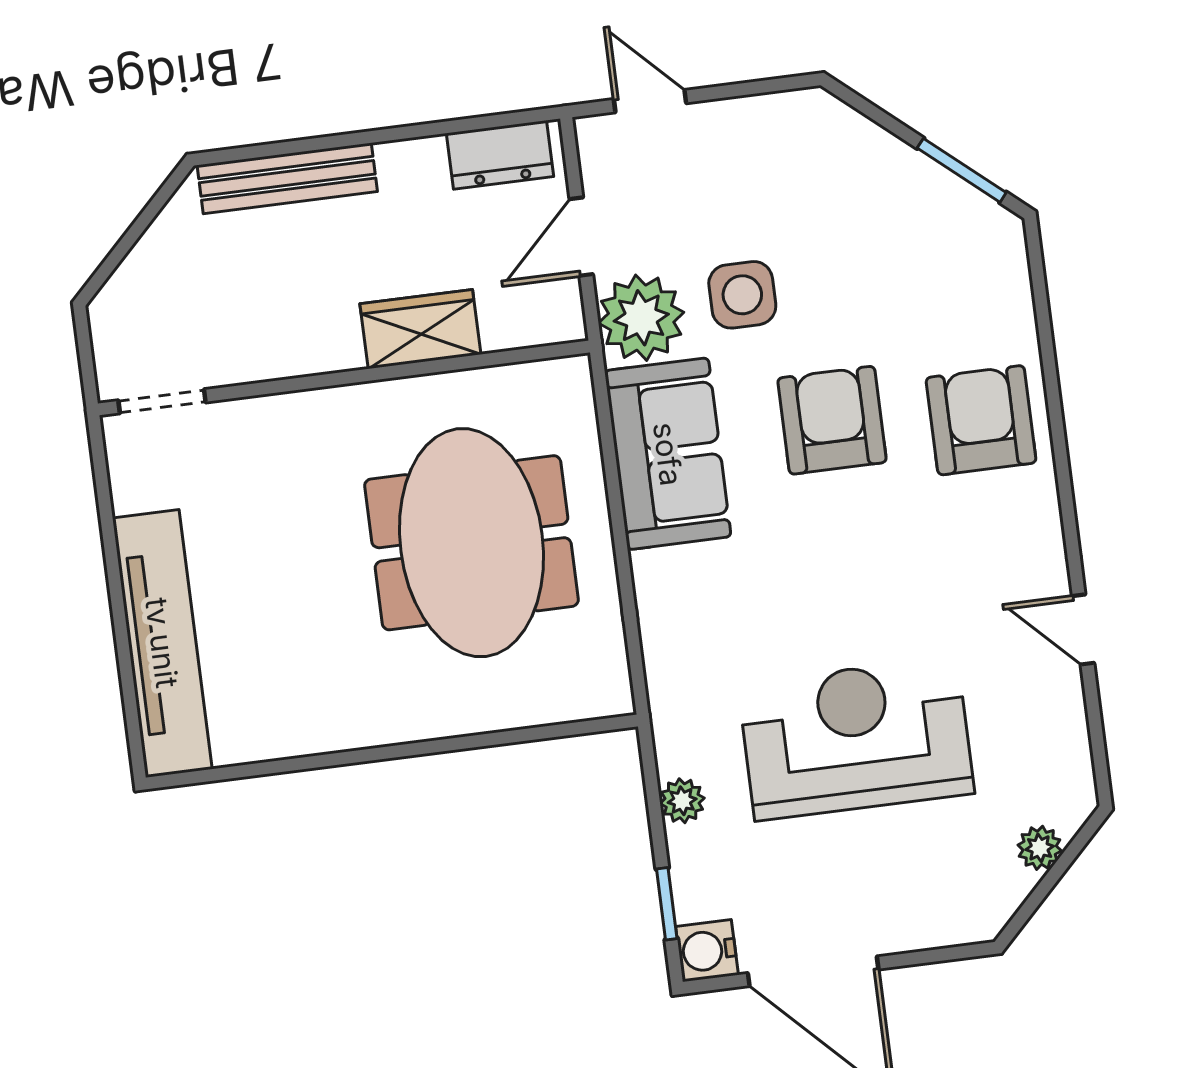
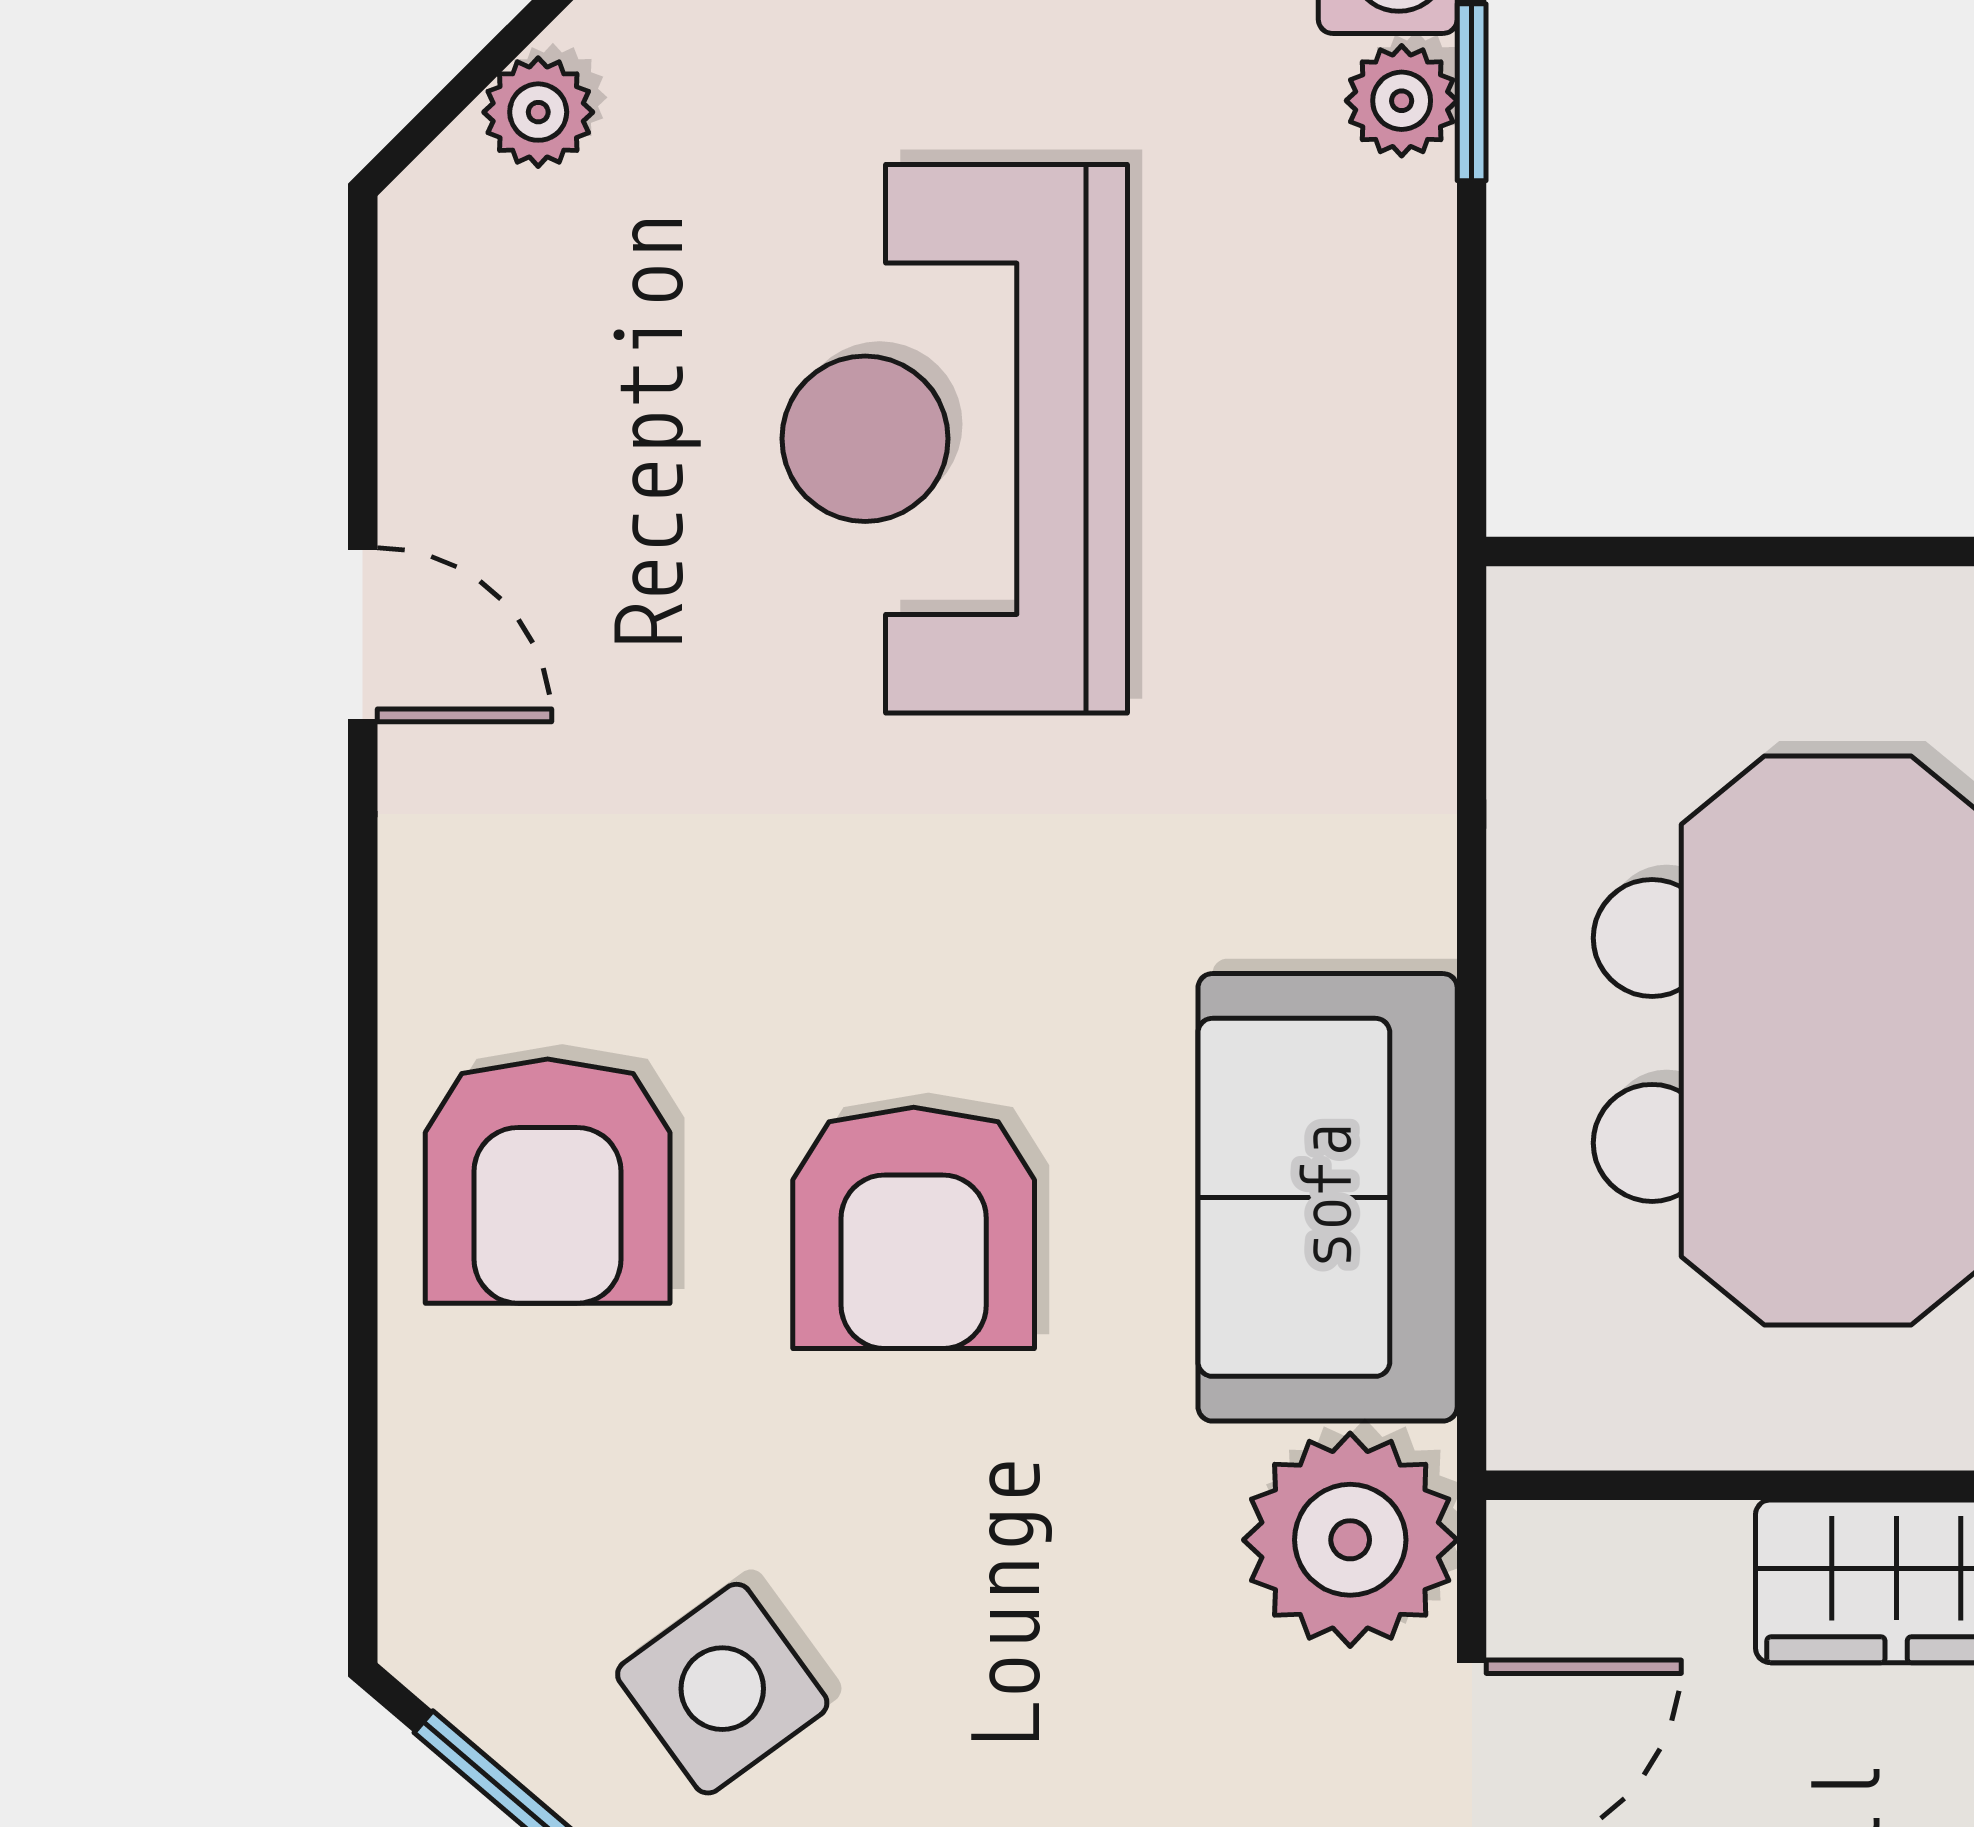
side table: (742, 295) -> (722, 1689), moved, turned -36
reception desk: (856, 738) -> (955, 439), turned 90
plant: (682, 801) -> (1402, 101), moved

